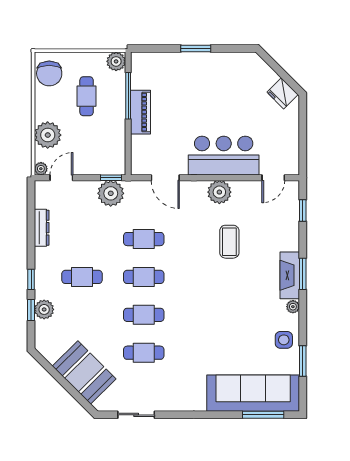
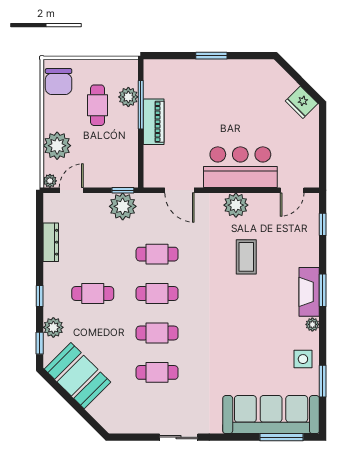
plant: (116, 61) -> (128, 97), moved
window: (31, 310) -> (40, 343), moved
booth: (84, 373) -> (78, 376), moved
sliding door: (136, 415) -> (179, 437), moved

